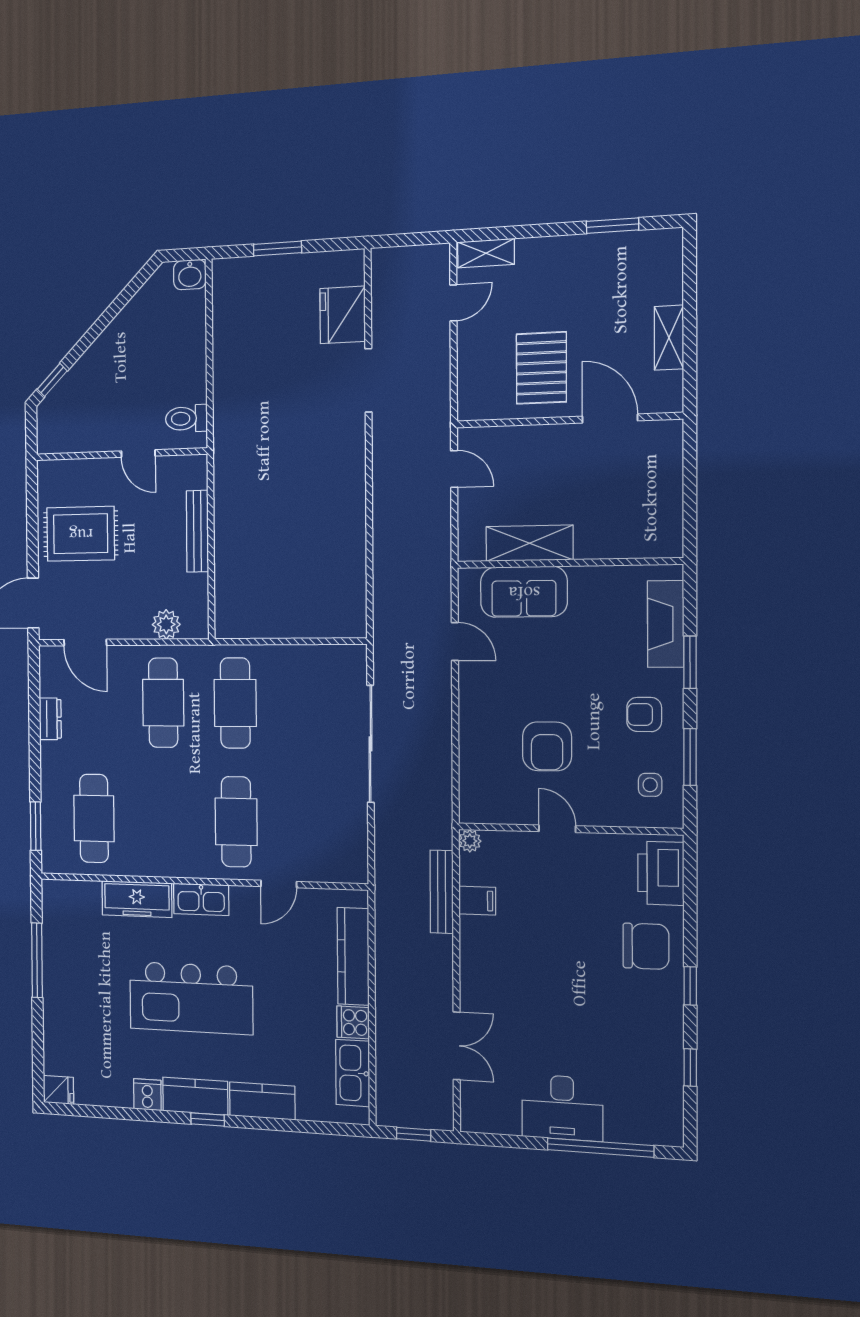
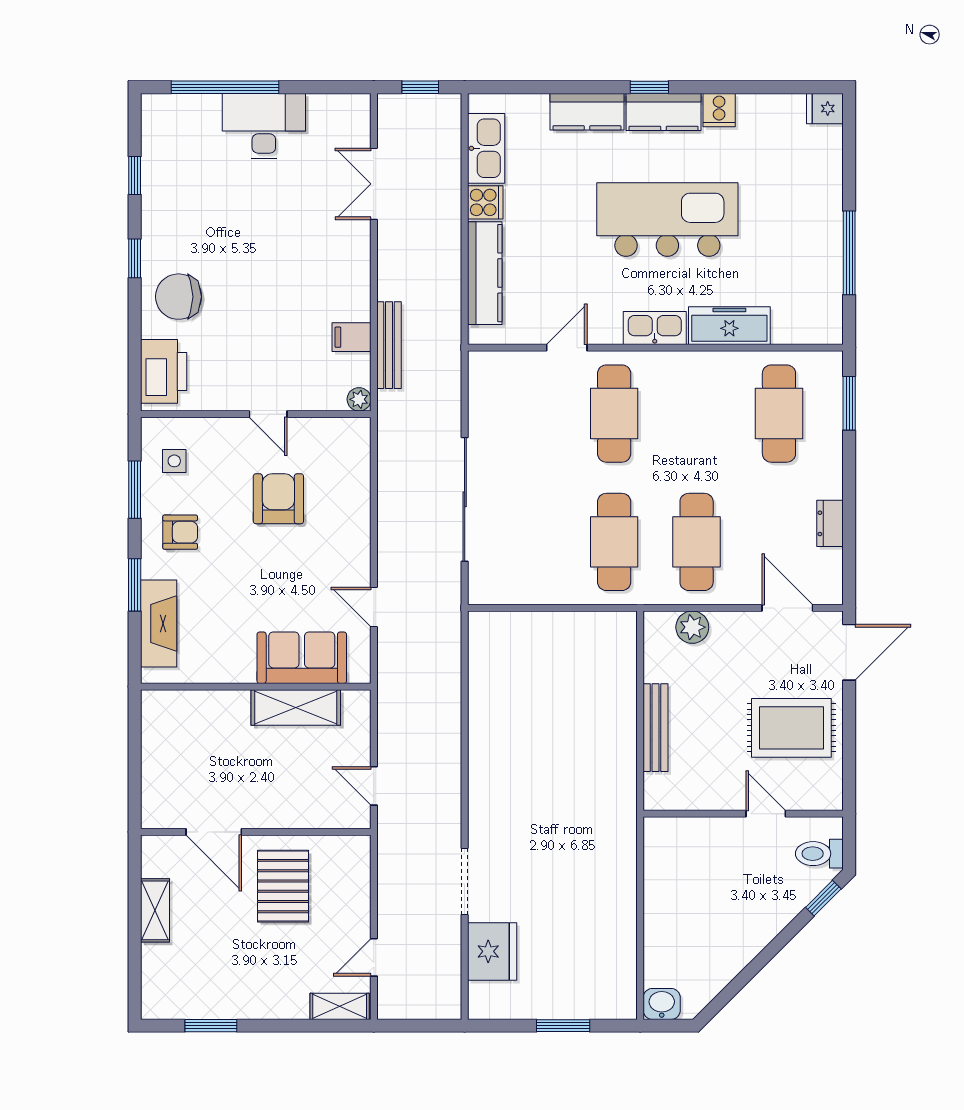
toilet: (186, 419) -> (819, 854), moved, turned 180
door: (138, 453) -> (766, 814), moved

